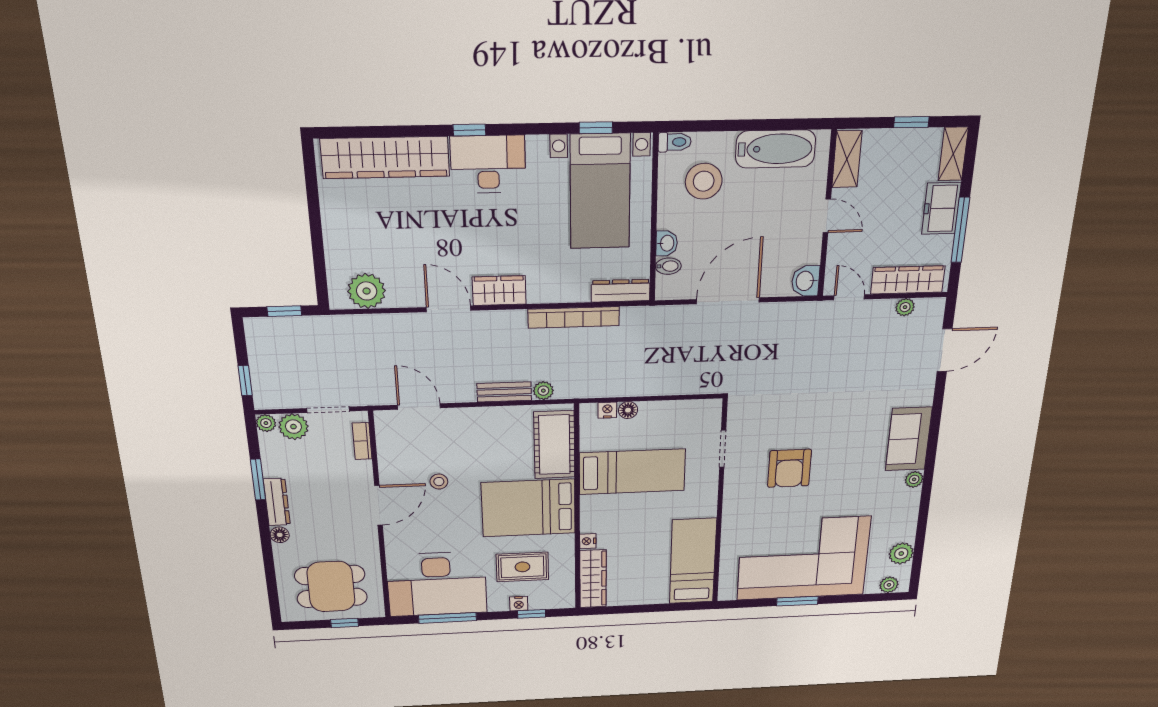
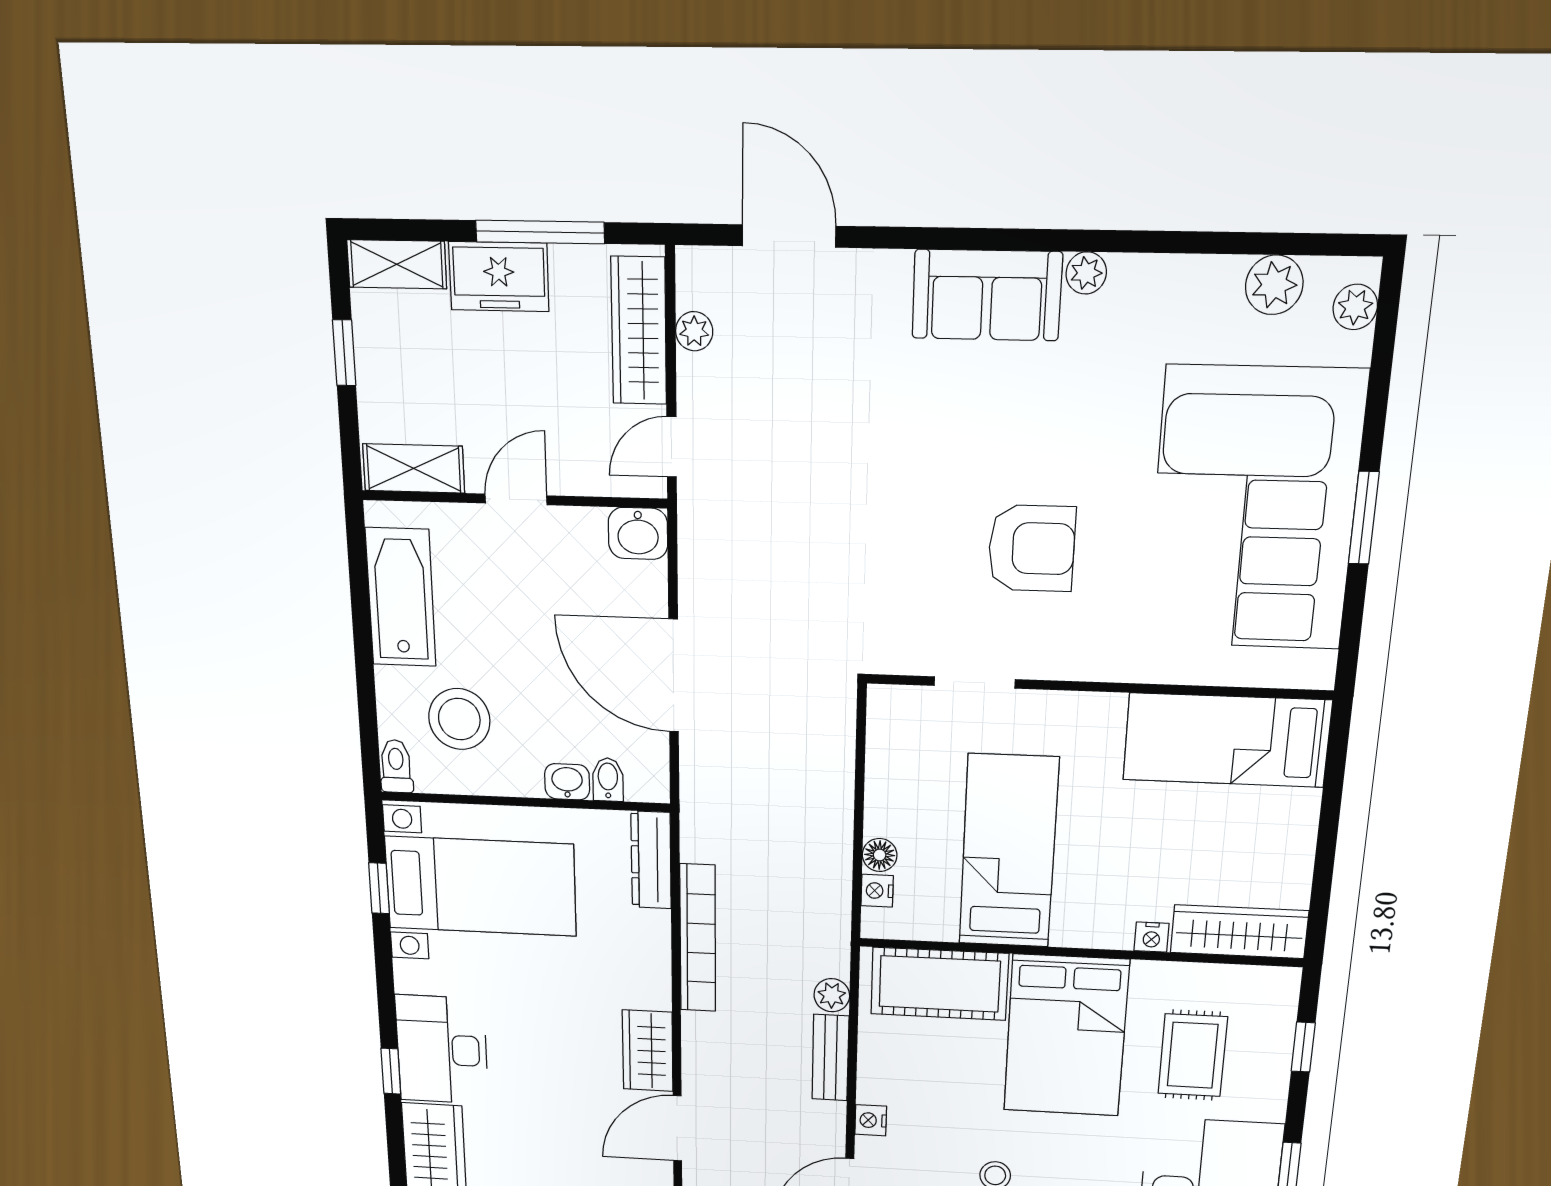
nightstand: (519, 604) -> (871, 1120), moved, turned 180

